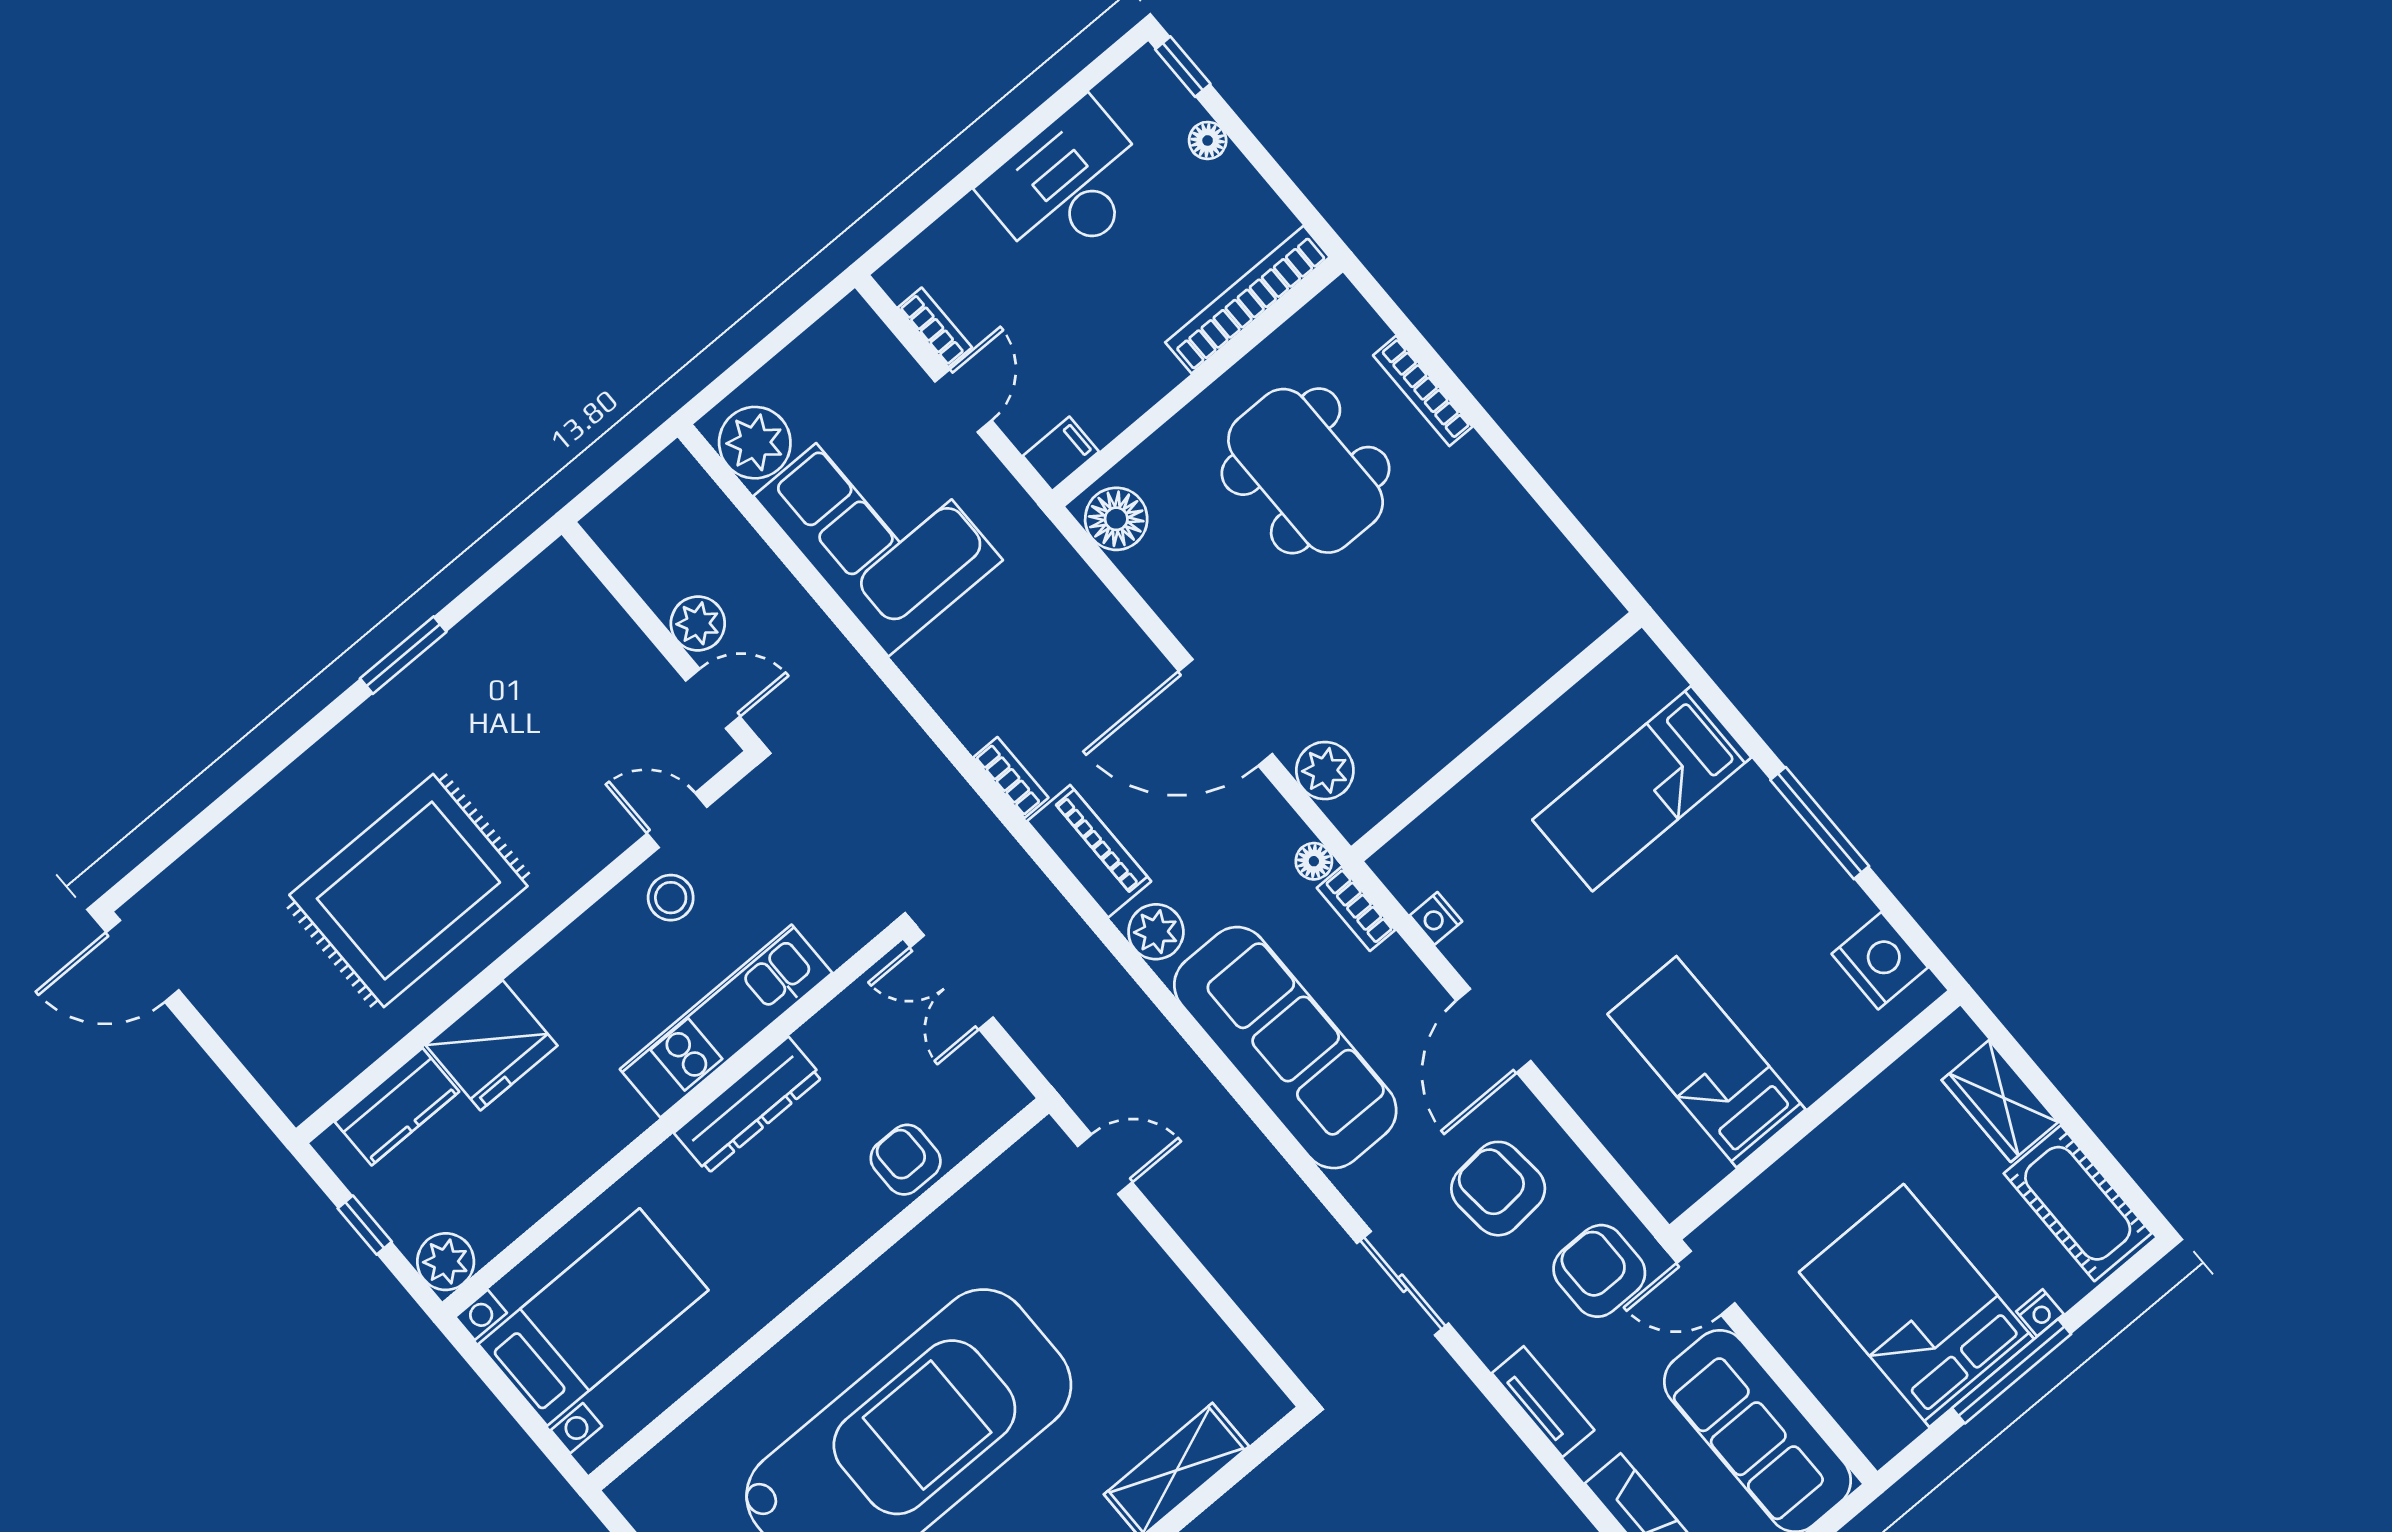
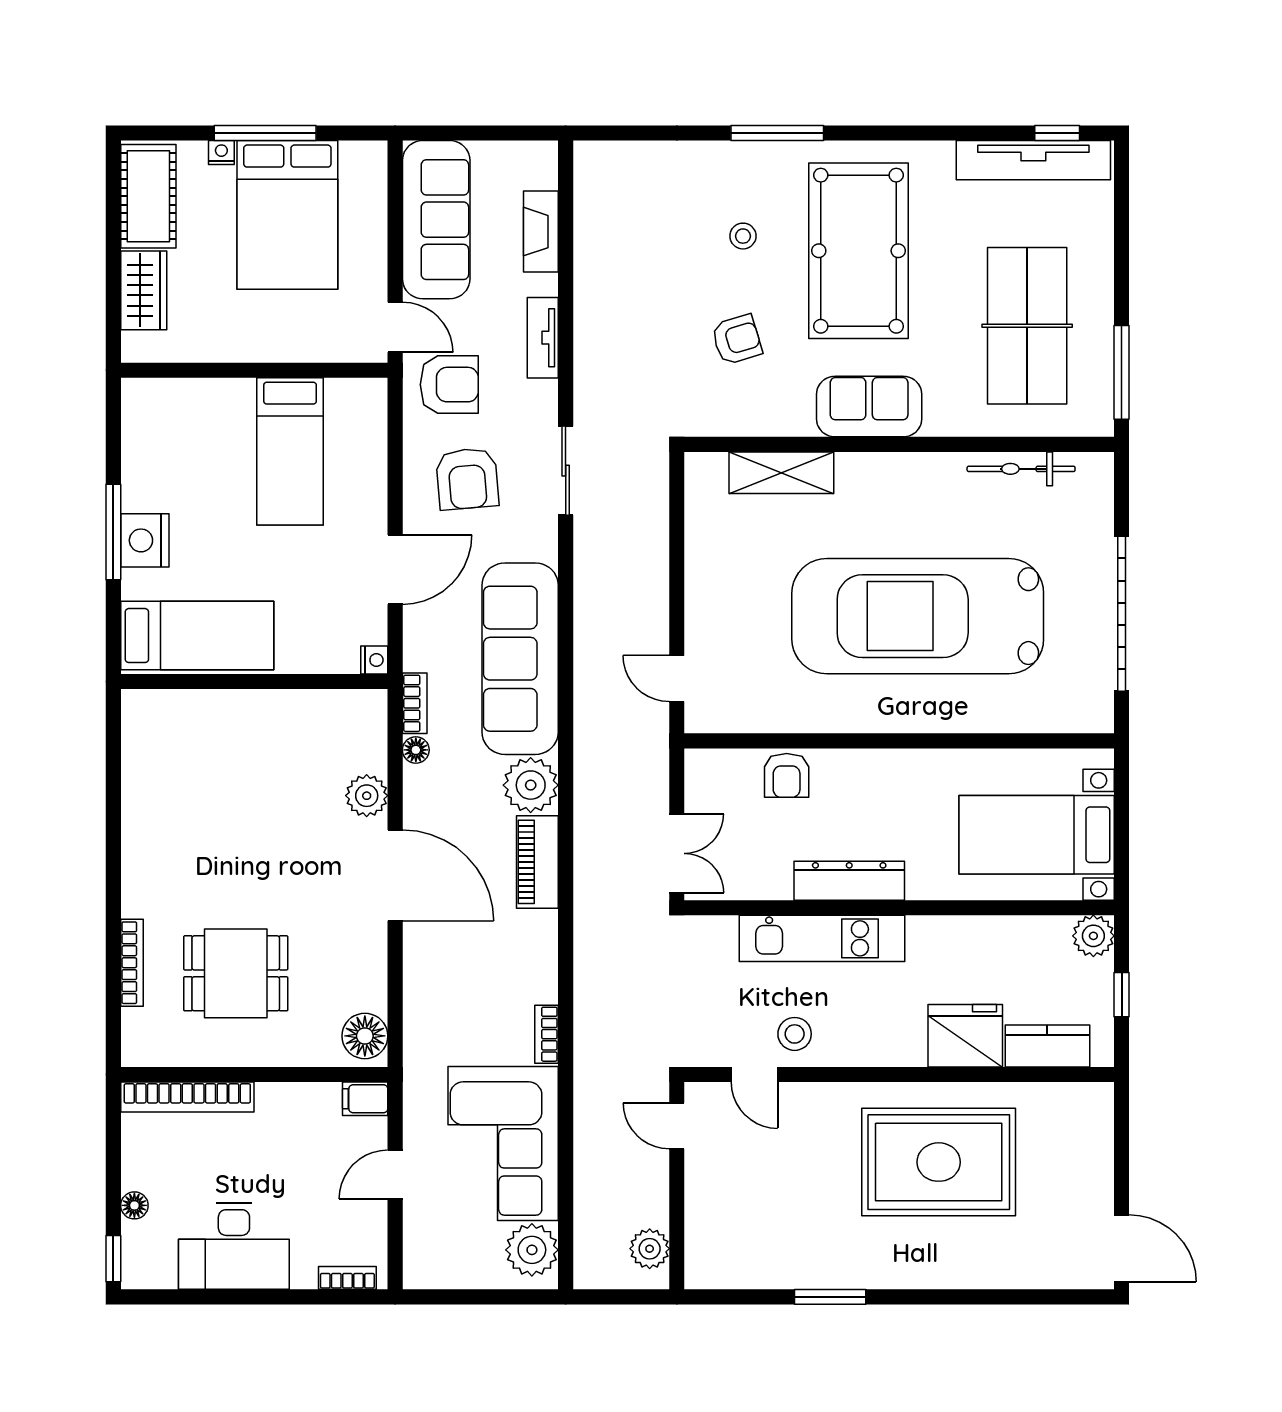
bookcase: (935, 327) -> (347, 1278), moved, turned 90
dining table: (1306, 471) -> (236, 973), width x0.73
plant: (698, 623) -> (650, 1249), moved
wall: (1496, 737) -> (254, 682), moved
bookcase: (1011, 778) -> (547, 1034), moved
plant: (1156, 932) -> (531, 785), width x1.36, depth x1.36
nightstand: (1880, 961) -> (145, 540), moved
armchair: (1599, 1271) -> (449, 385), turned -90

